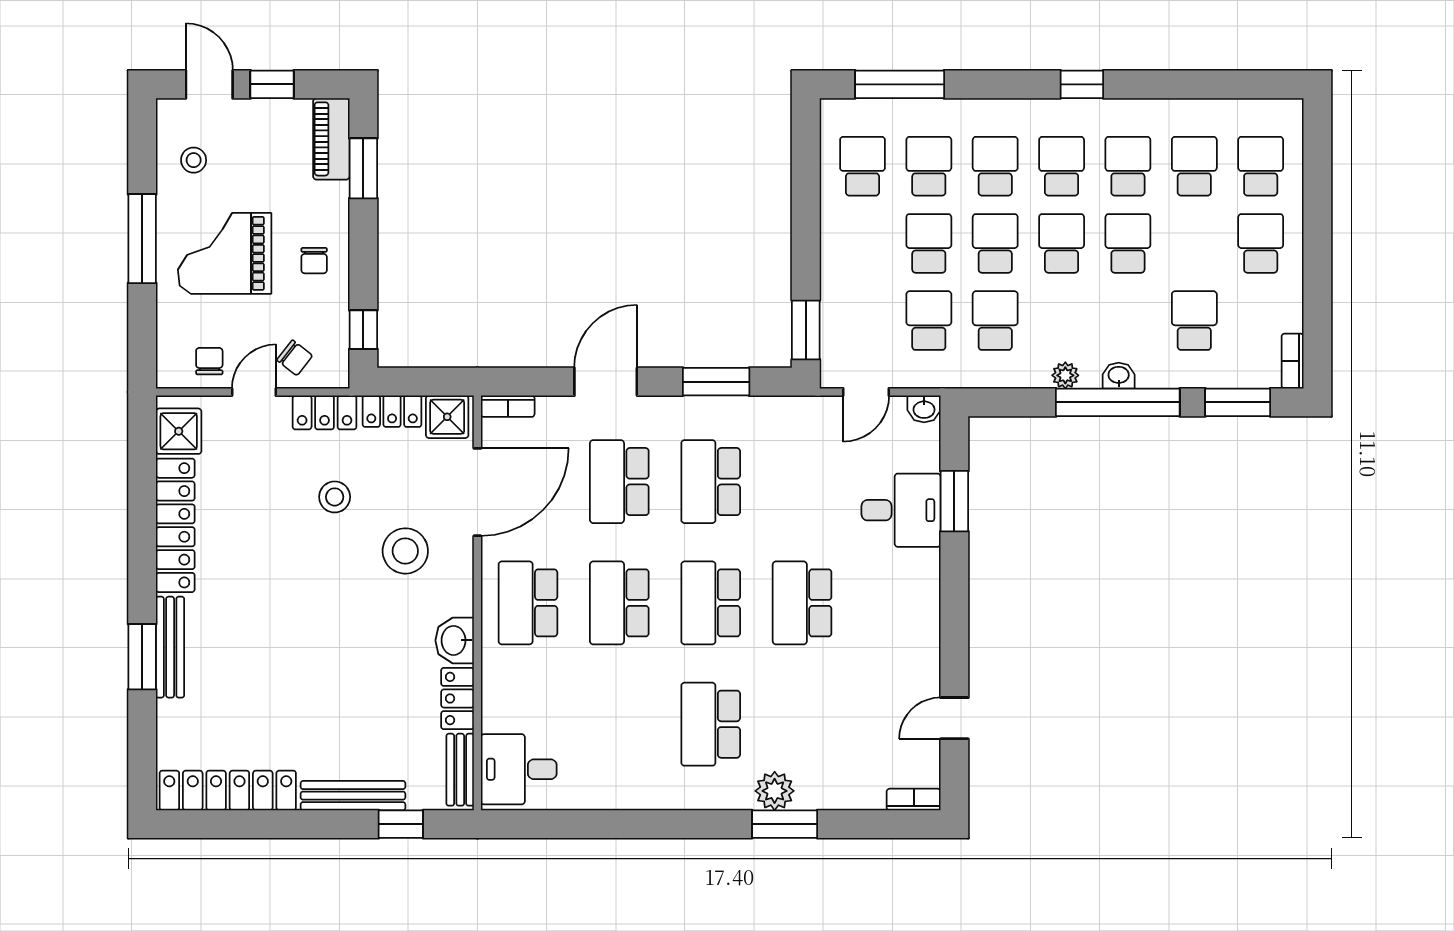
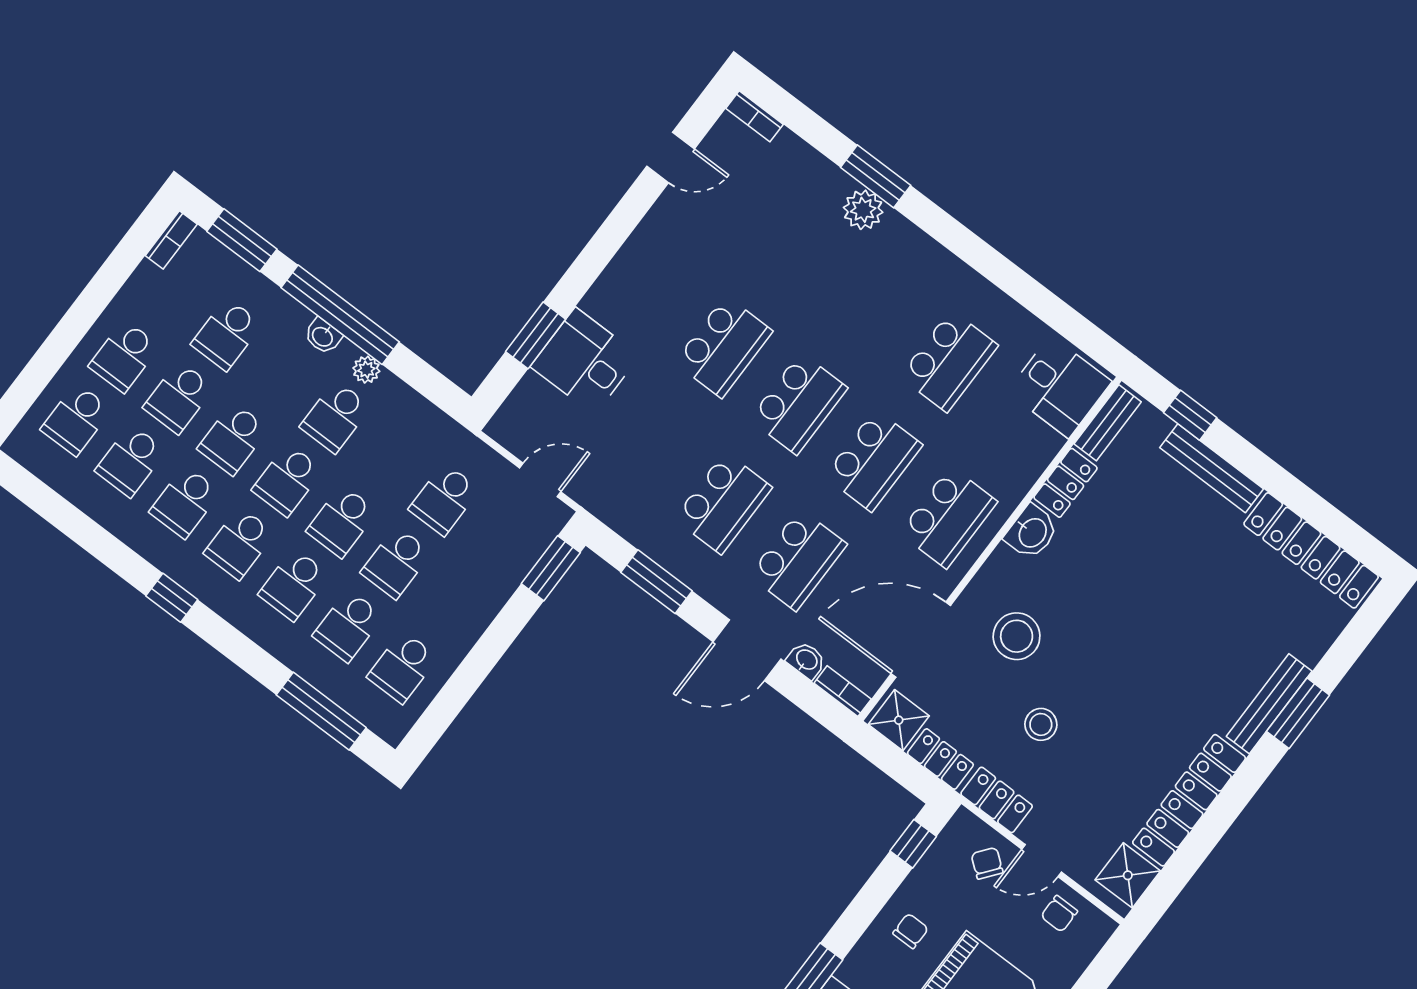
school desk: (1194, 243) -> (179, 397), added
school desk: (995, 321) -> (335, 417), moved
washbasin: (924, 409) -> (806, 660), moved
school desk: (711, 724) -> (949, 361), moved

